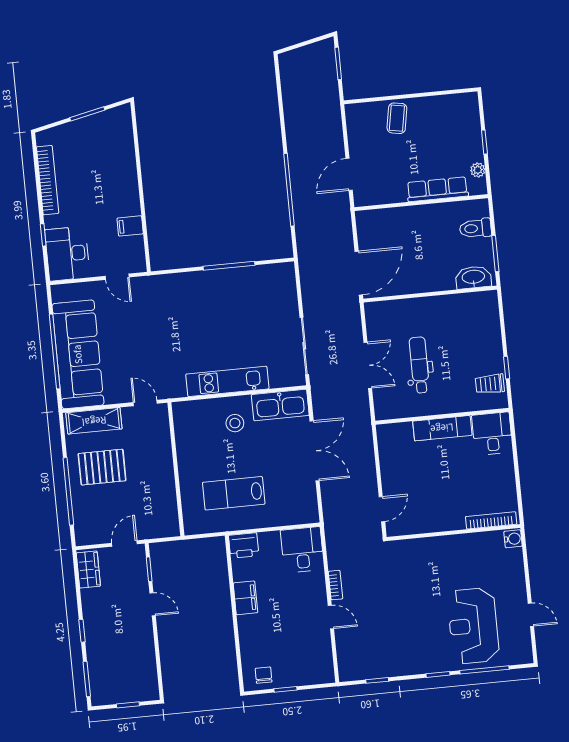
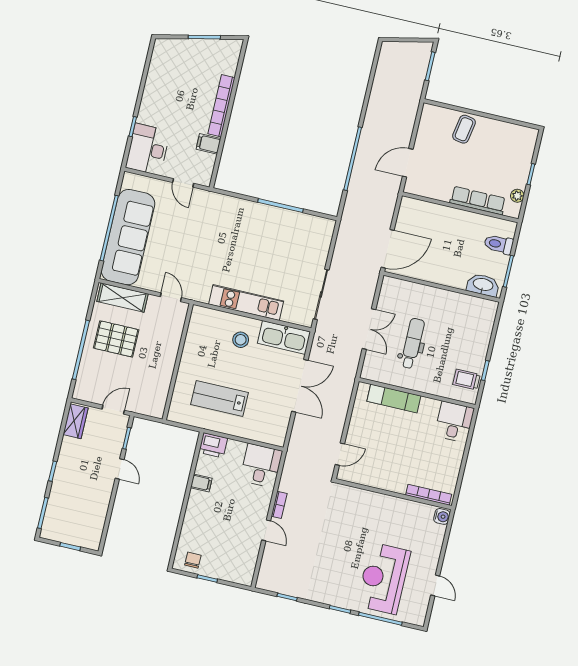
bookcase: (48, 180) -> (221, 106), moved, turned 180
exam couch: (442, 428) -> (394, 399), moved
filing cabinet: (245, 598) -> (201, 483), width x0.50

